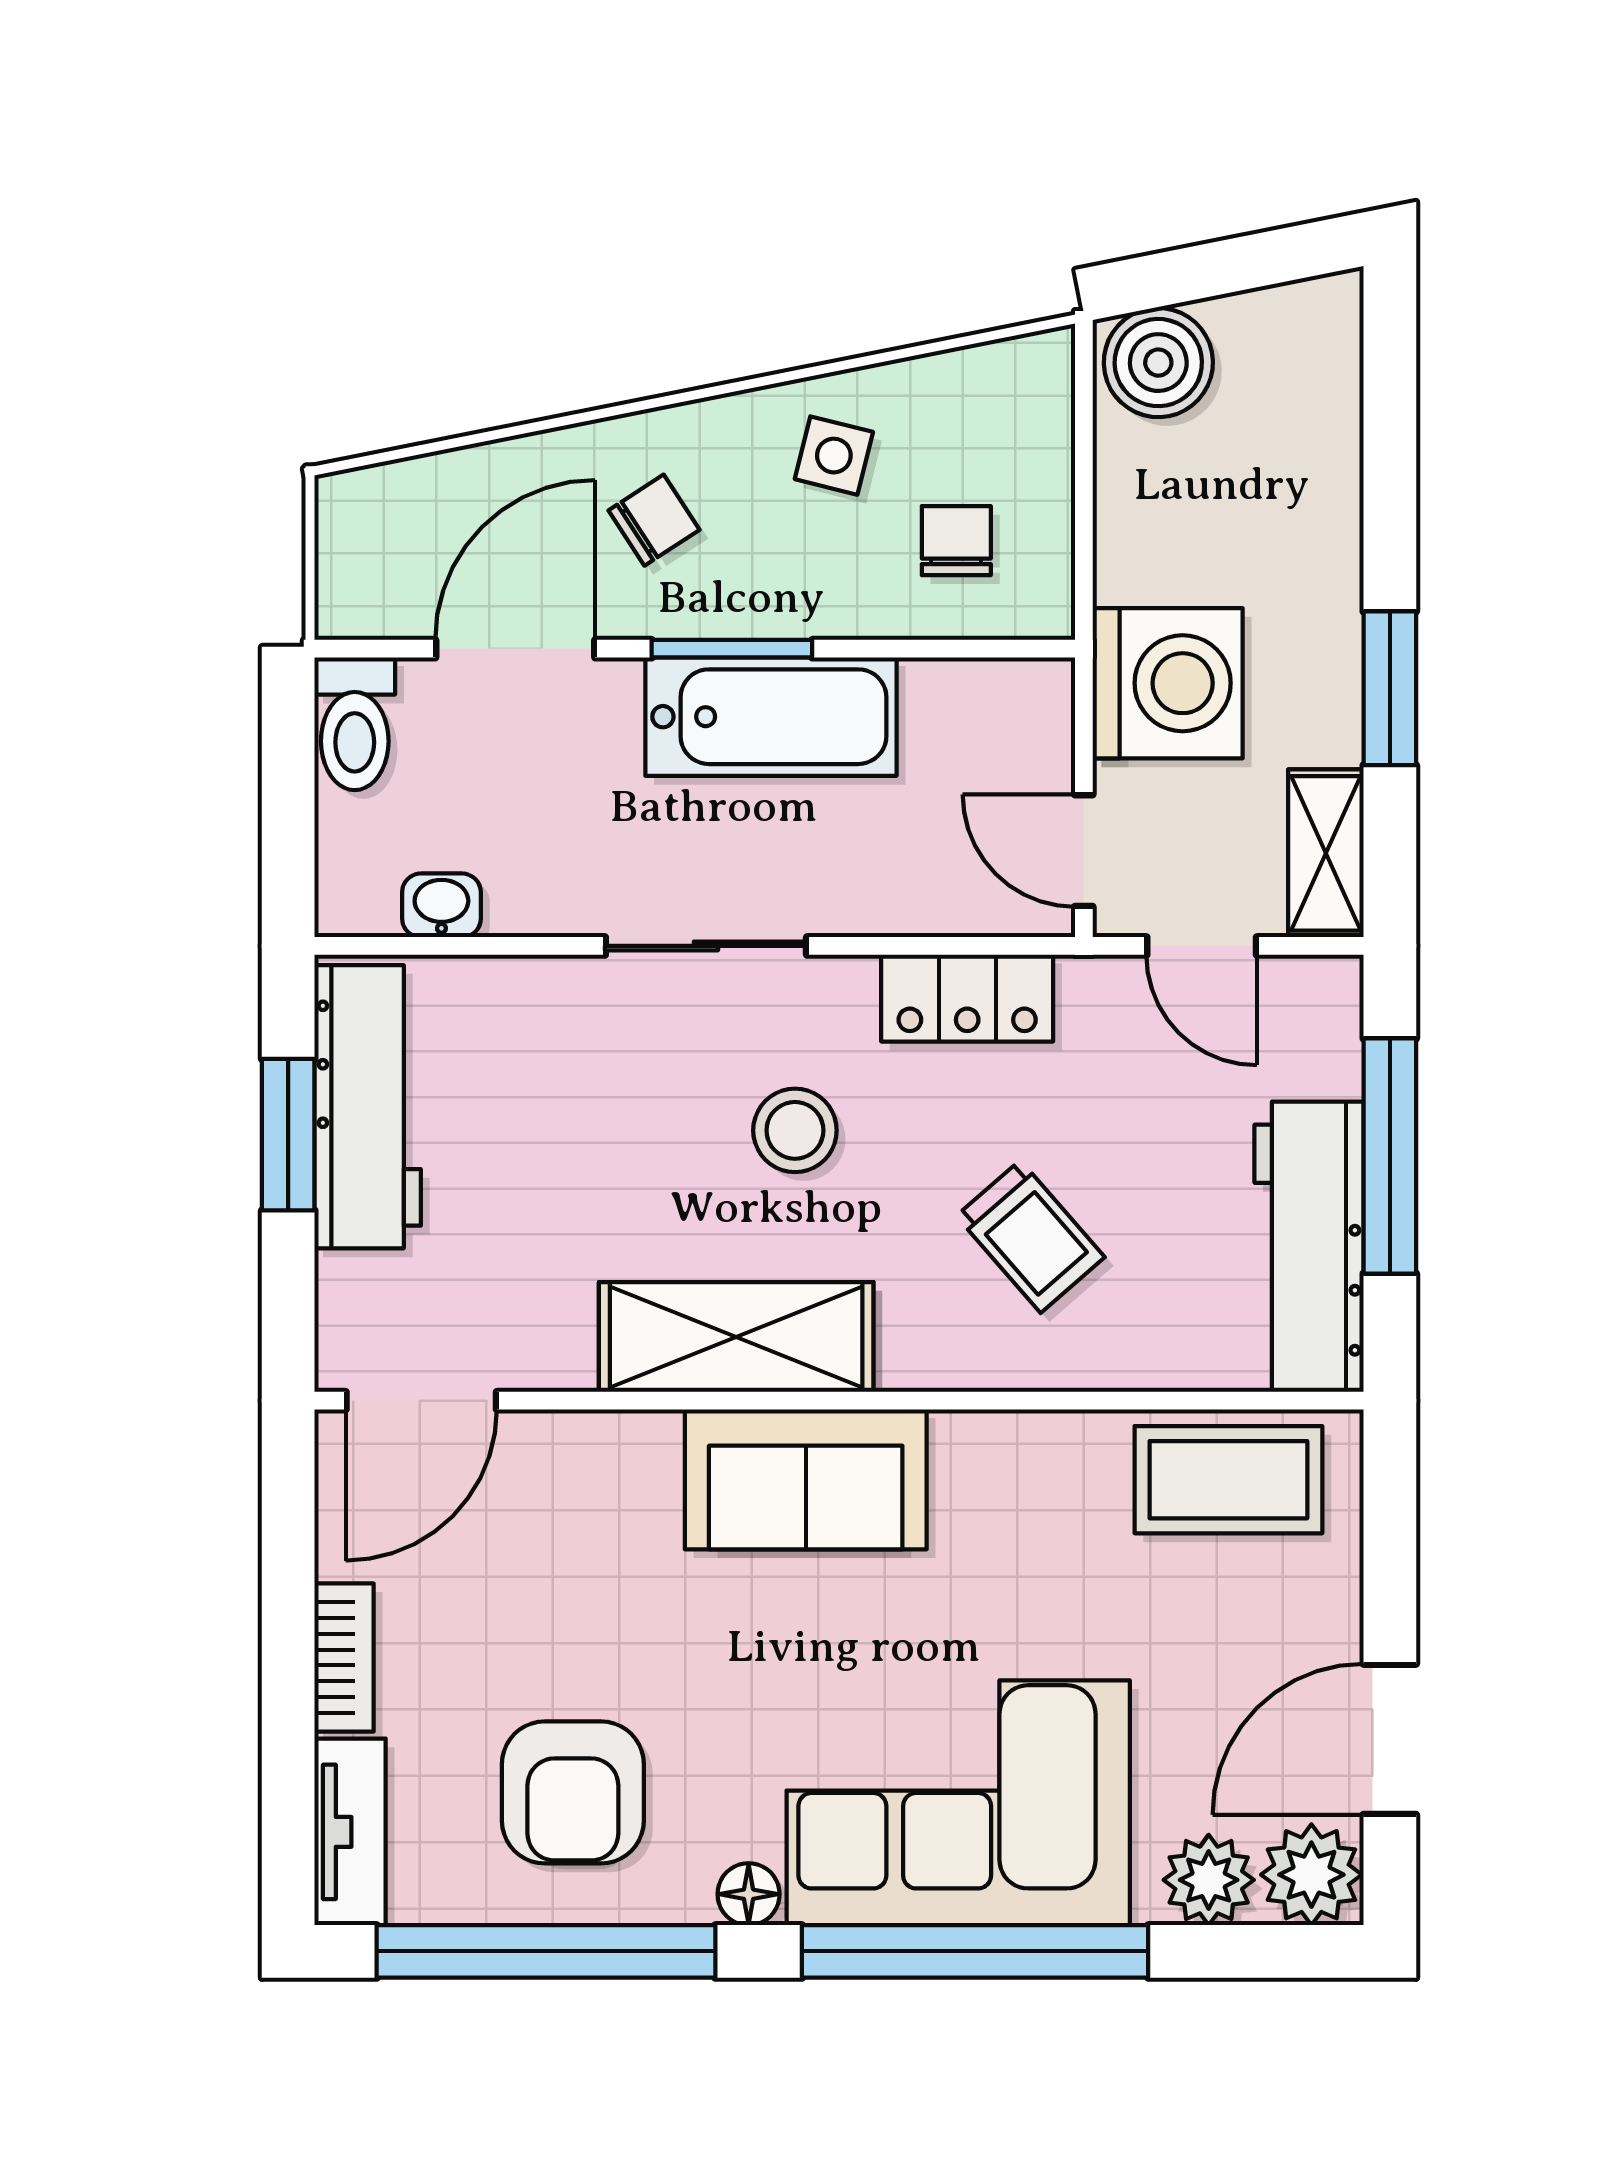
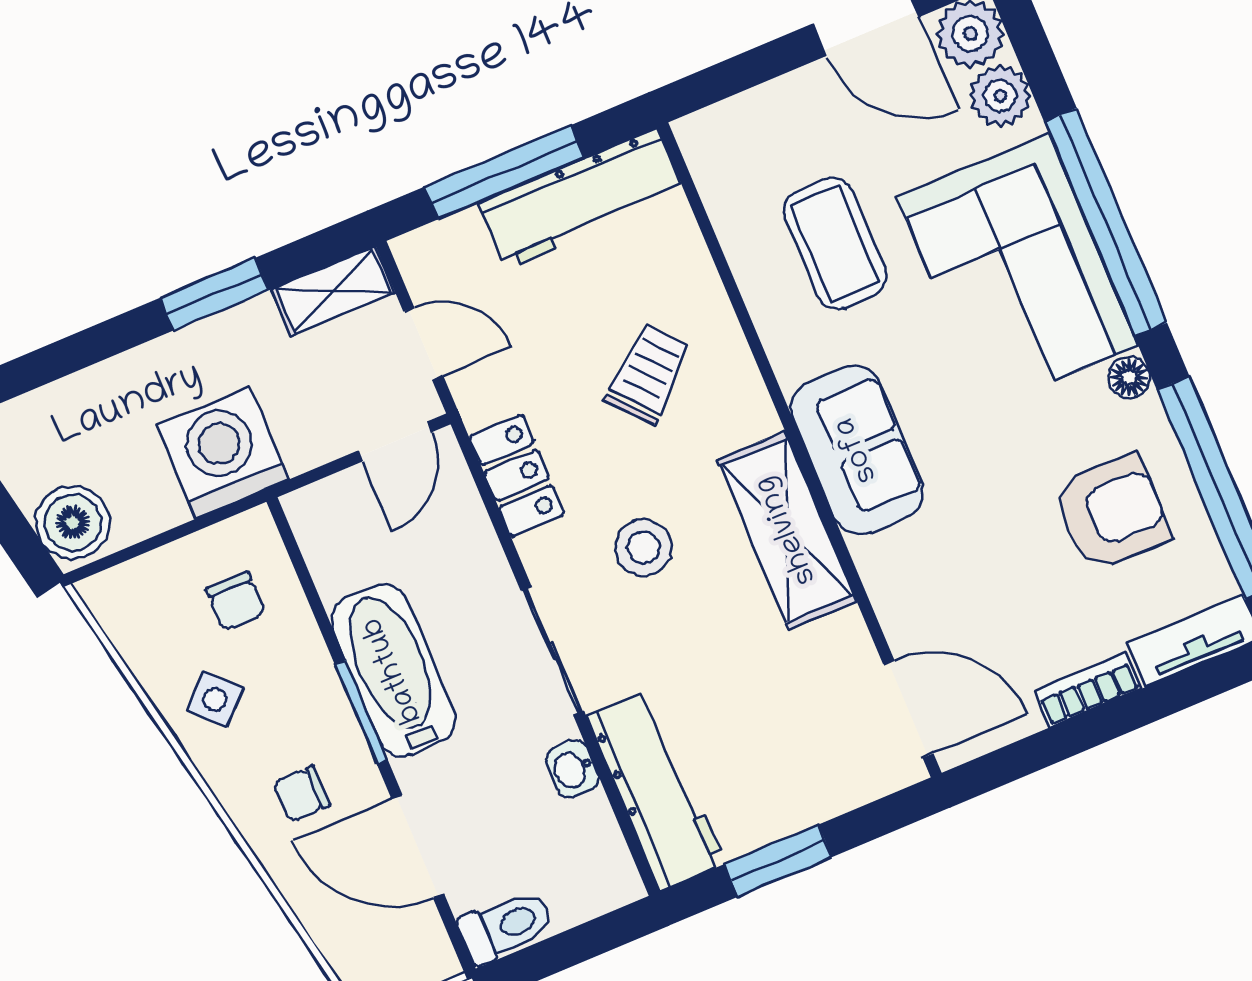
side table: (834, 456) -> (215, 699), turned 32
chair: (654, 520) -> (302, 794), turned -57
chair: (956, 541) -> (236, 601), turned -90
washing machine: (1168, 683) -> (223, 453), moved
washbasin: (441, 905) -> (572, 769), moved
door: (1202, 946) -> (423, 344), hinge flipped
workbench: (368, 1107) -> (656, 790), moved, turned 90
coffee table: (1228, 1480) -> (835, 244), moved

